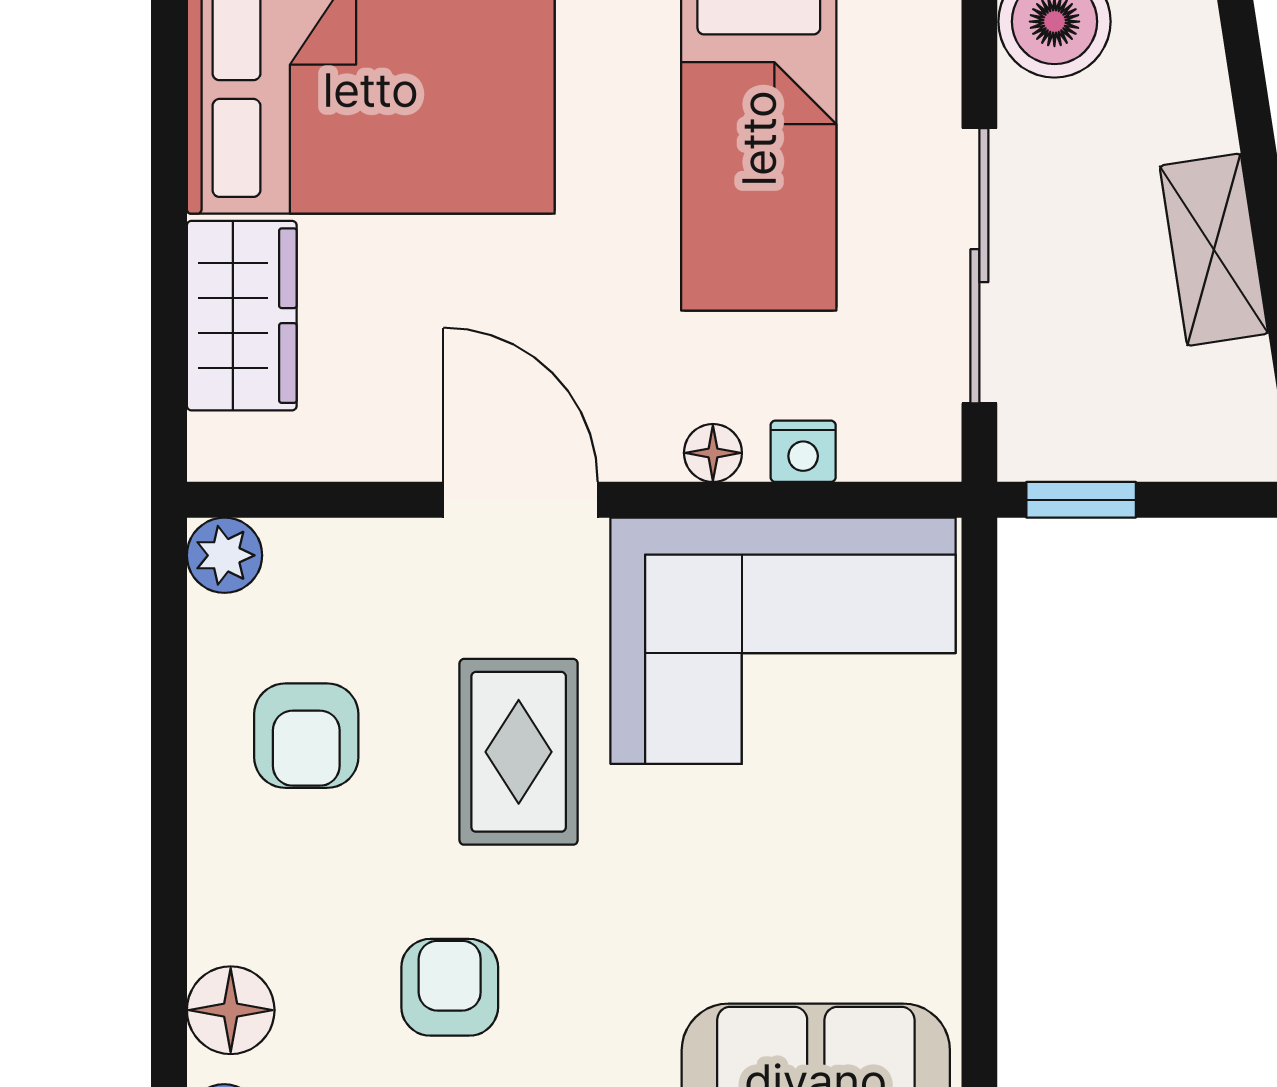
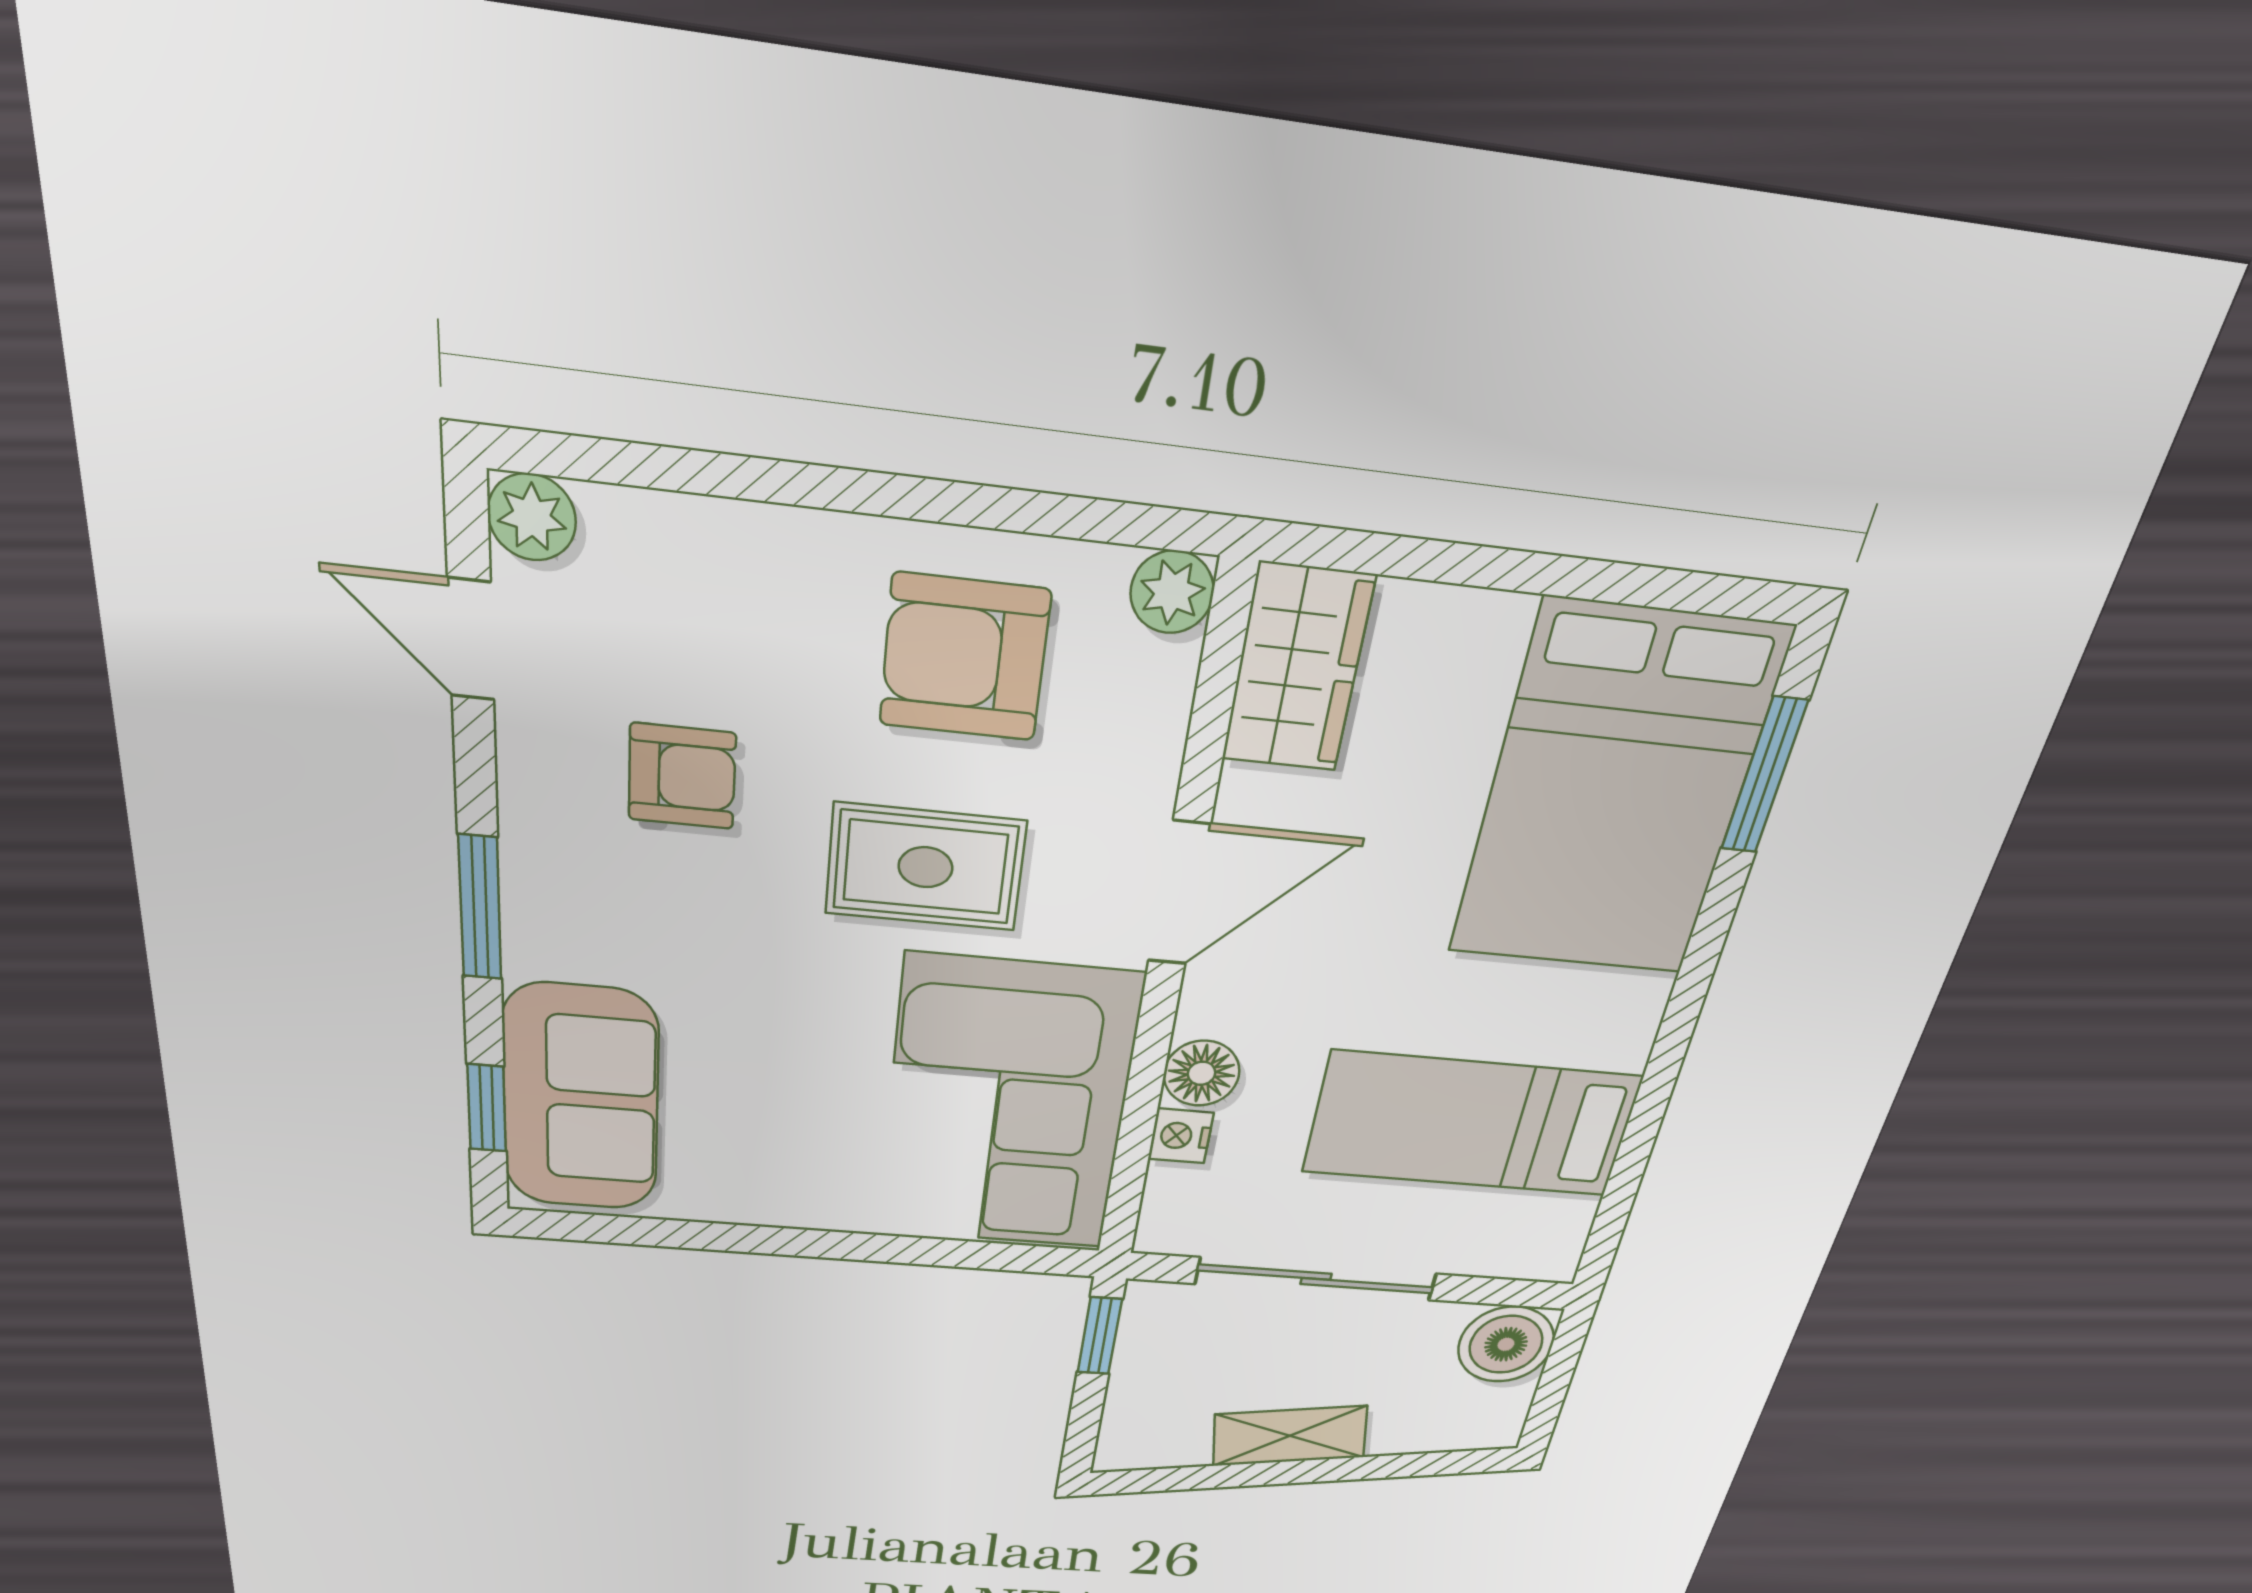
wardrobe: (242, 316) -> (1298, 668), moved, turned -90
floor lamp: (713, 453) -> (1202, 1073), width x1.37, depth x1.37
armchair: (306, 736) -> (965, 658), width x1.38, depth x1.38
floor lamp: (231, 1010) -> (662, 540), removed

